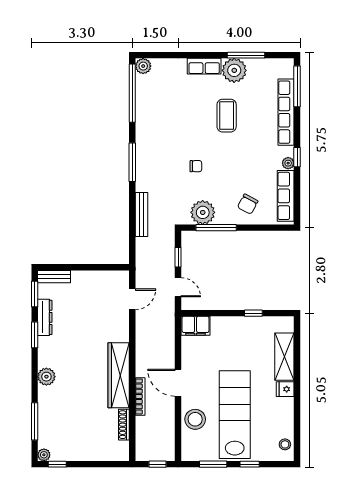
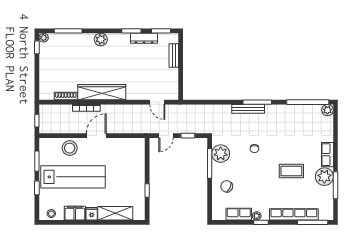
row of seats: (286, 196) -> (239, 214), width x0.68
bench: (141, 215) -> (248, 109), moved
bench: (54, 277) -> (174, 55), moved
filing cabinet: (196, 326) -> (75, 213), moved, turned 90

